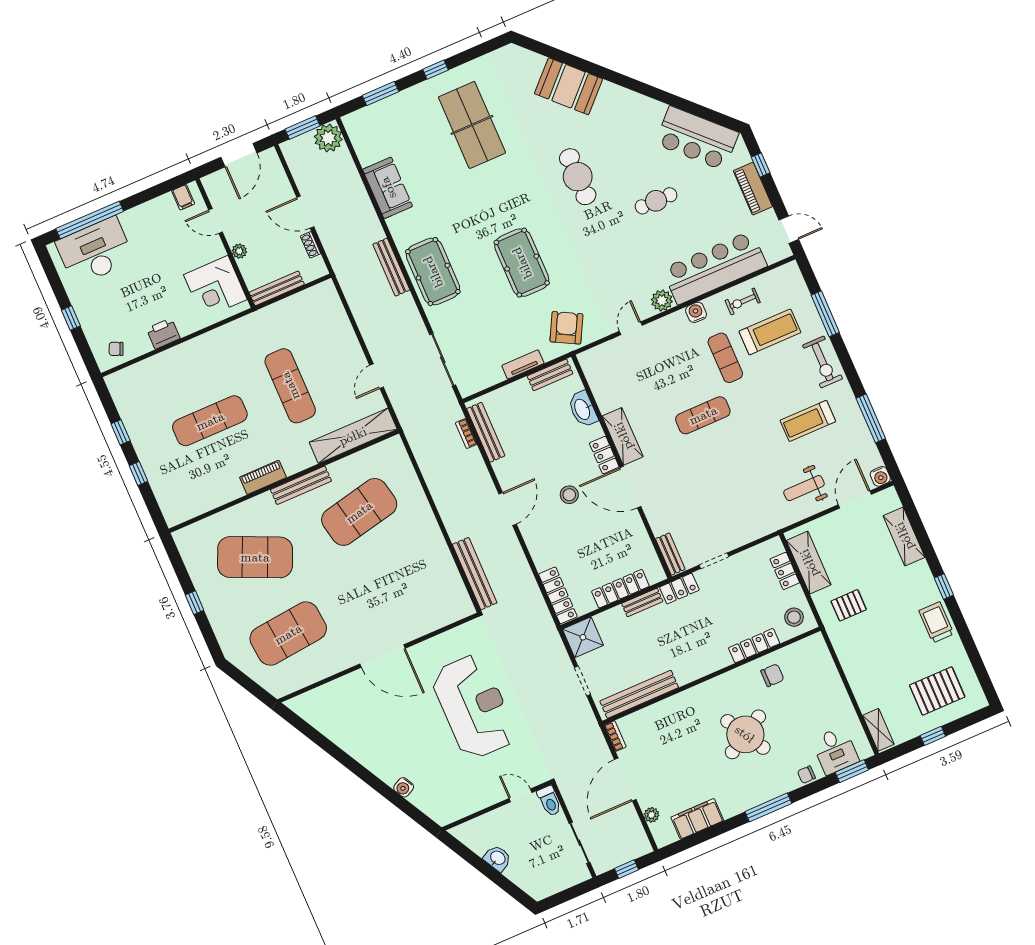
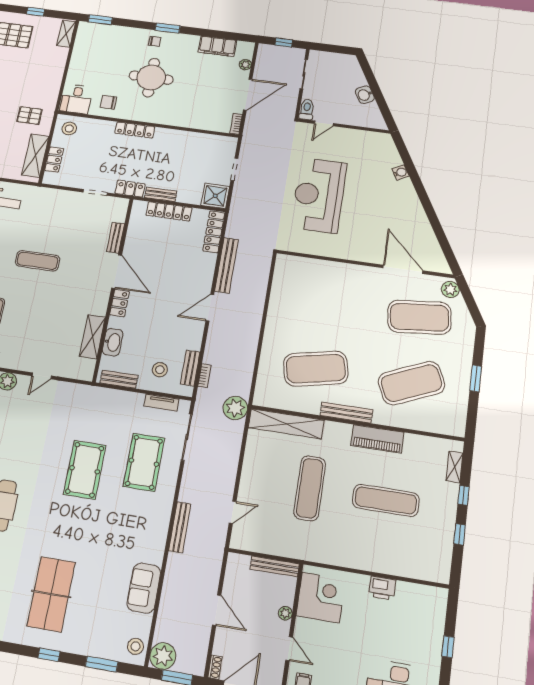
stool: (360, 130) -> (136, 646), added
shoe rack: (311, 245) -> (215, 667), moved
pool table: (433, 272) -> (144, 462), moved
armchair: (566, 328) -> (85, 404), removed
chair: (116, 349) -> (426, 600), removed
tv unit: (523, 364) -> (161, 403), moved
door: (377, 376) -> (233, 512), moved
exercise mat: (703, 415) -> (38, 261), moved
plant: (414, 420) -> (235, 408), added
bench: (486, 432) -> (190, 368), width x0.73
shelving: (623, 436) -> (92, 337), moved
piano: (263, 477) -> (377, 439), width x1.37, depth x1.33
stool: (569, 495) -> (160, 370), moved
shelving: (163, 497) -> (454, 467), added
bench: (670, 554) -> (116, 238), moved
exercise mat: (255, 557) -> (411, 383), turned -48
bench: (475, 574) -> (227, 265), moved
window: (195, 603) -> (476, 378), width x1.50
locker: (754, 646) -> (135, 130), moved
door: (382, 656) -> (403, 269), moved
plant: (275, 684) -> (450, 289), added
bench: (639, 694) -> (203, 140), removed
round table: (745, 734) -> (151, 78), turned 30
desk: (835, 750) -> (76, 99), moved, turned 180
chair: (806, 775) -> (155, 41), moved
door: (520, 795) -> (324, 123), hinge flipped
window: (768, 807) -> (168, 28), width x0.69

